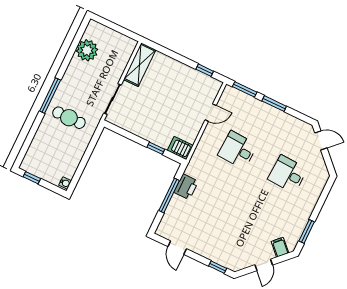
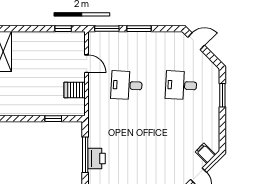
door: (211, 113) -> (87, 64), hinge flipped
server rack: (180, 148) -> (75, 90), moved
printer: (186, 187) -> (97, 158), moved
window: (307, 231) -> (222, 95), moved

